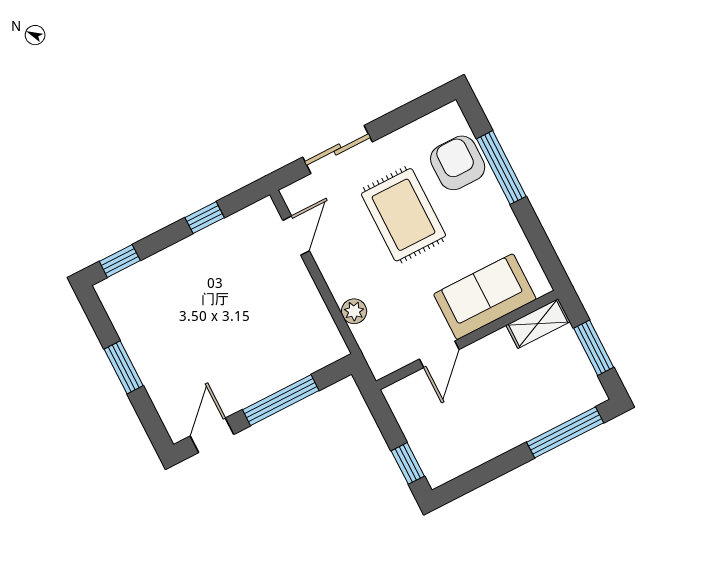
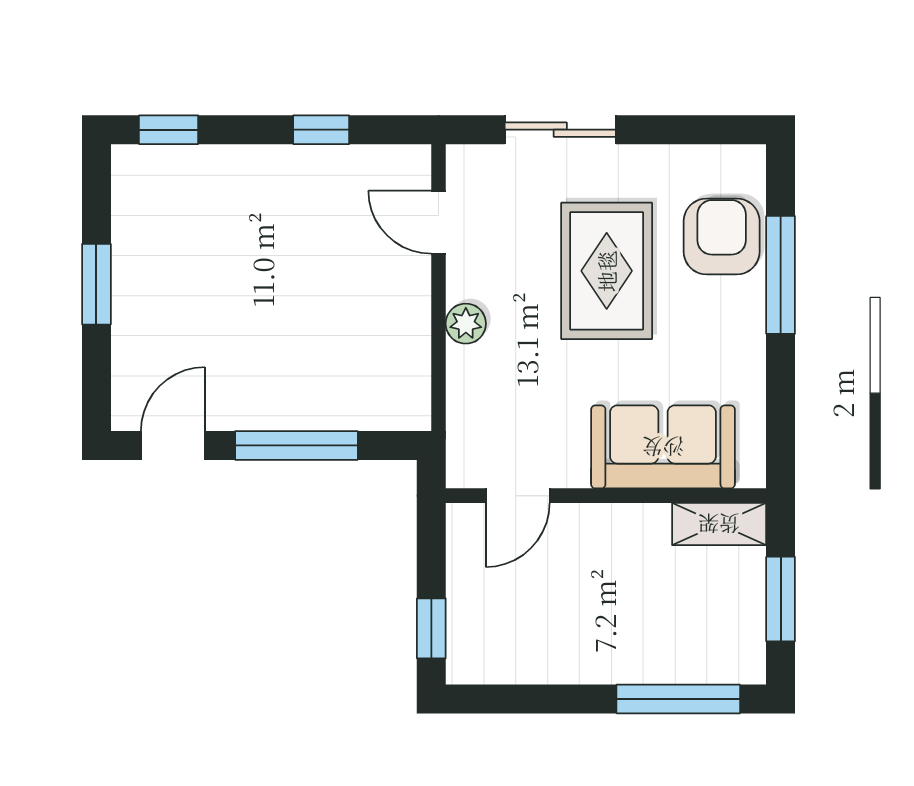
door: (296, 236) -> (439, 222), swing flipped
plant: (354, 311) -> (466, 324), moved
door: (439, 354) -> (518, 496), moved

